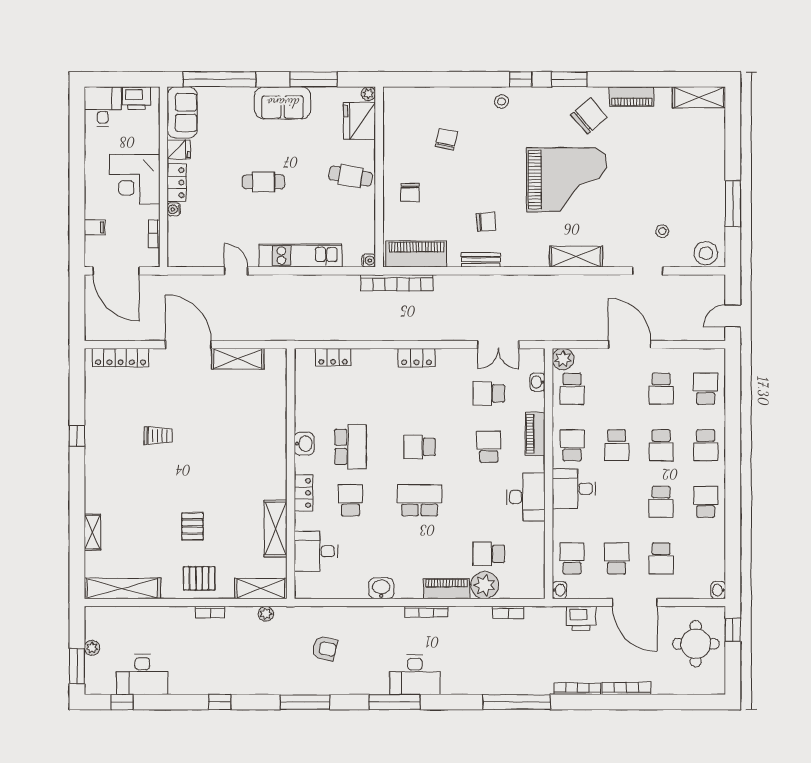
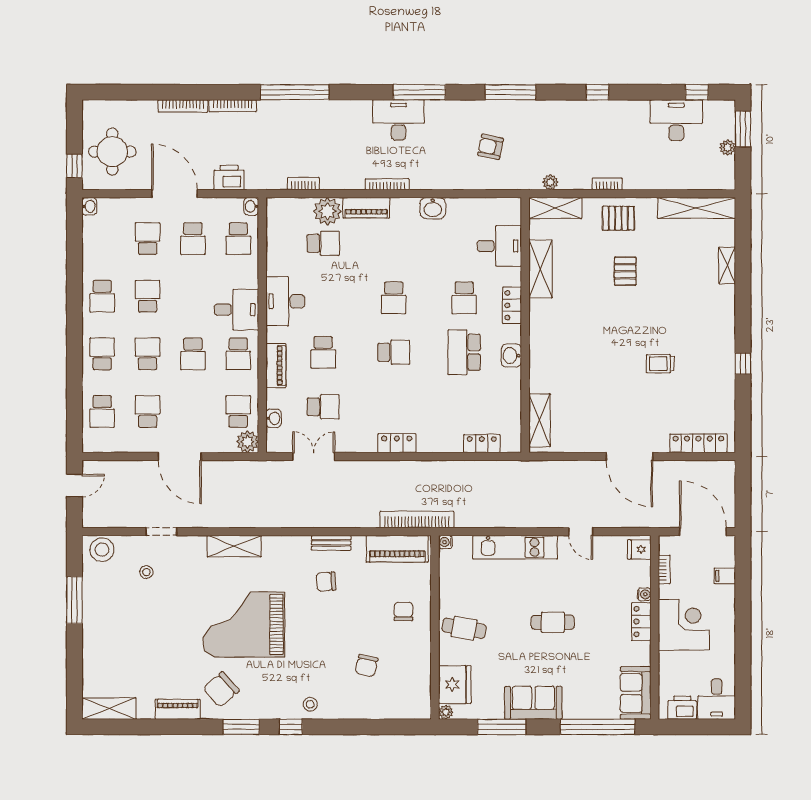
fridge: (179, 150) -> (639, 549), moved
shelving: (238, 359) -> (540, 420), moved, turned 90
school desk: (617, 445) -> (193, 354), turned 180
school desk: (420, 500) -> (394, 298), width x0.54

